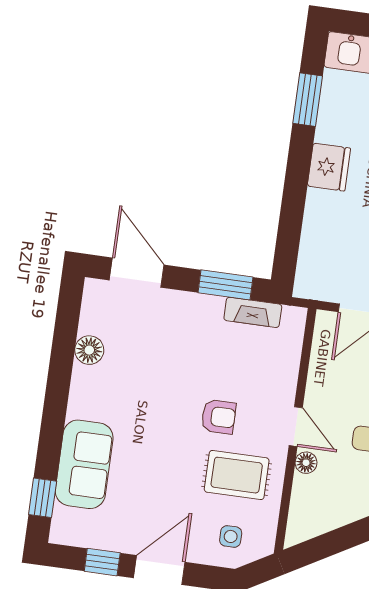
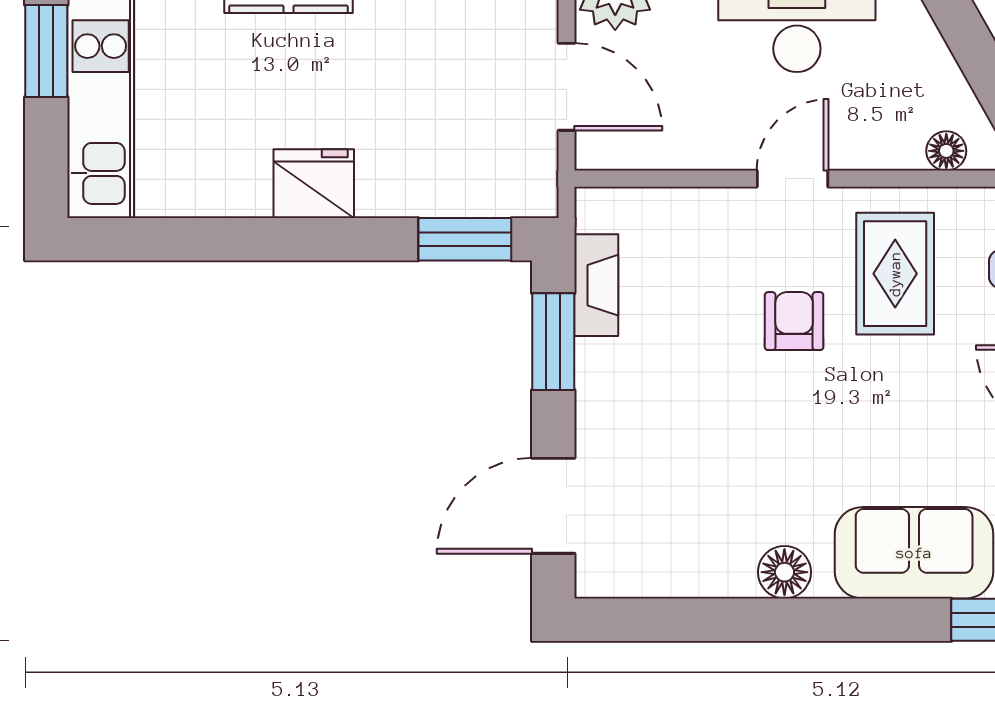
window: (308, 100) -> (465, 239), moved
floor lamp: (89, 350) -> (784, 572), moved
floor lamp: (306, 463) -> (946, 151), moved

